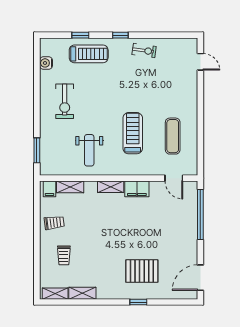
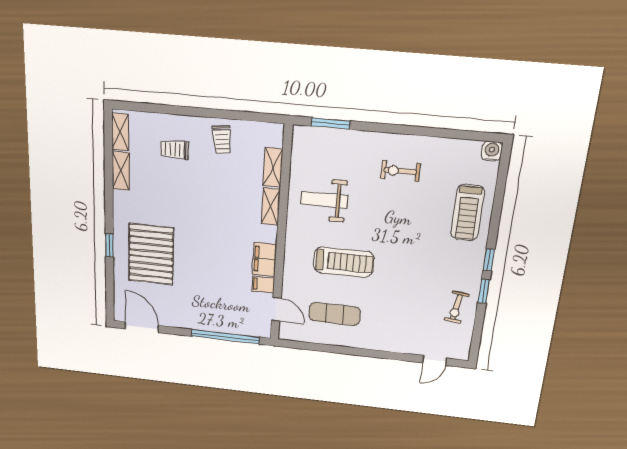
window: (80, 35) -> (484, 291), moved
exercise bike: (144, 51) -> (456, 307), moved
water cooler: (46, 63) -> (492, 151), moved
exercise bike: (65, 101) -> (400, 171), width x0.73, depth x0.72
door: (174, 178) -> (276, 309), swing flipped
shelving: (111, 187) -> (271, 206), moved
filing cabinet: (49, 189) -> (263, 285), moved
pallet: (142, 271) -> (151, 254), width x1.37, depth x1.41

